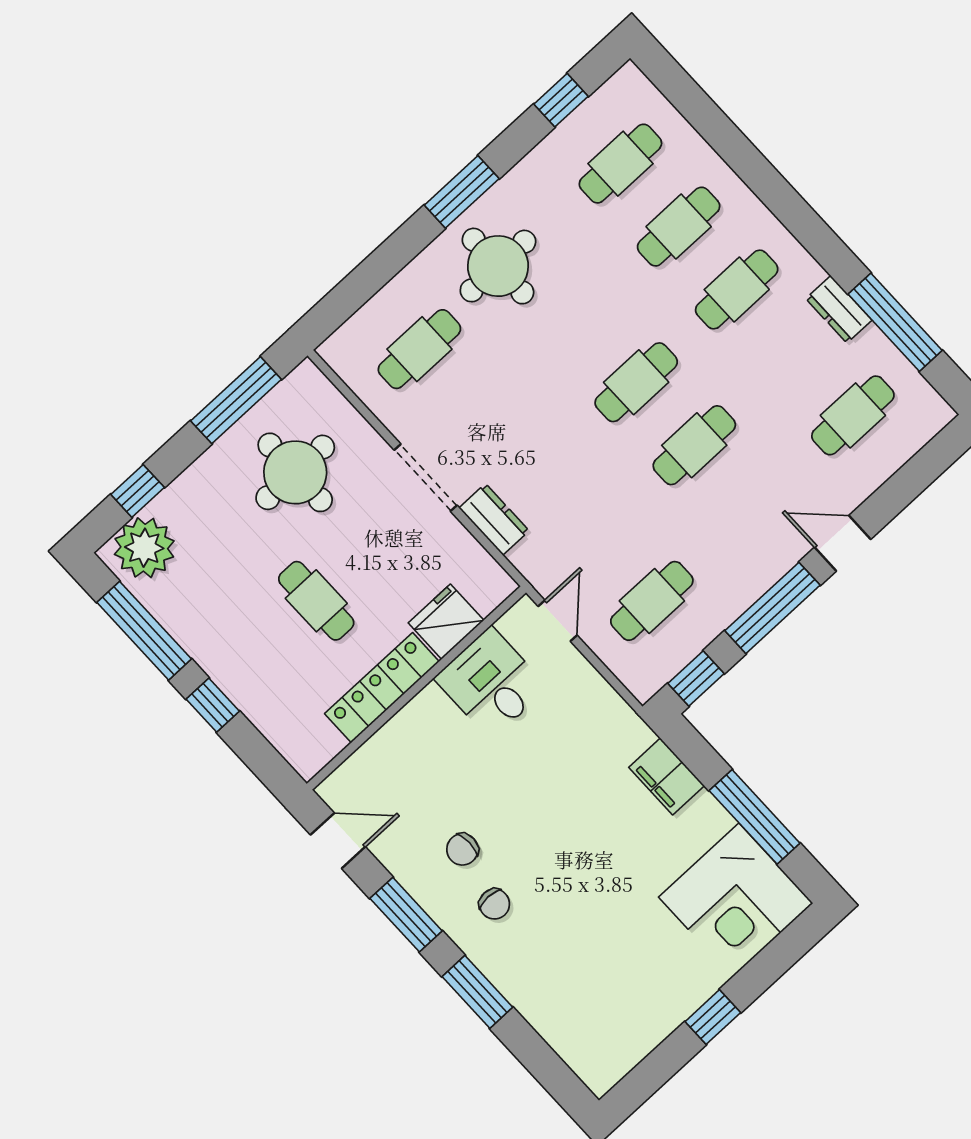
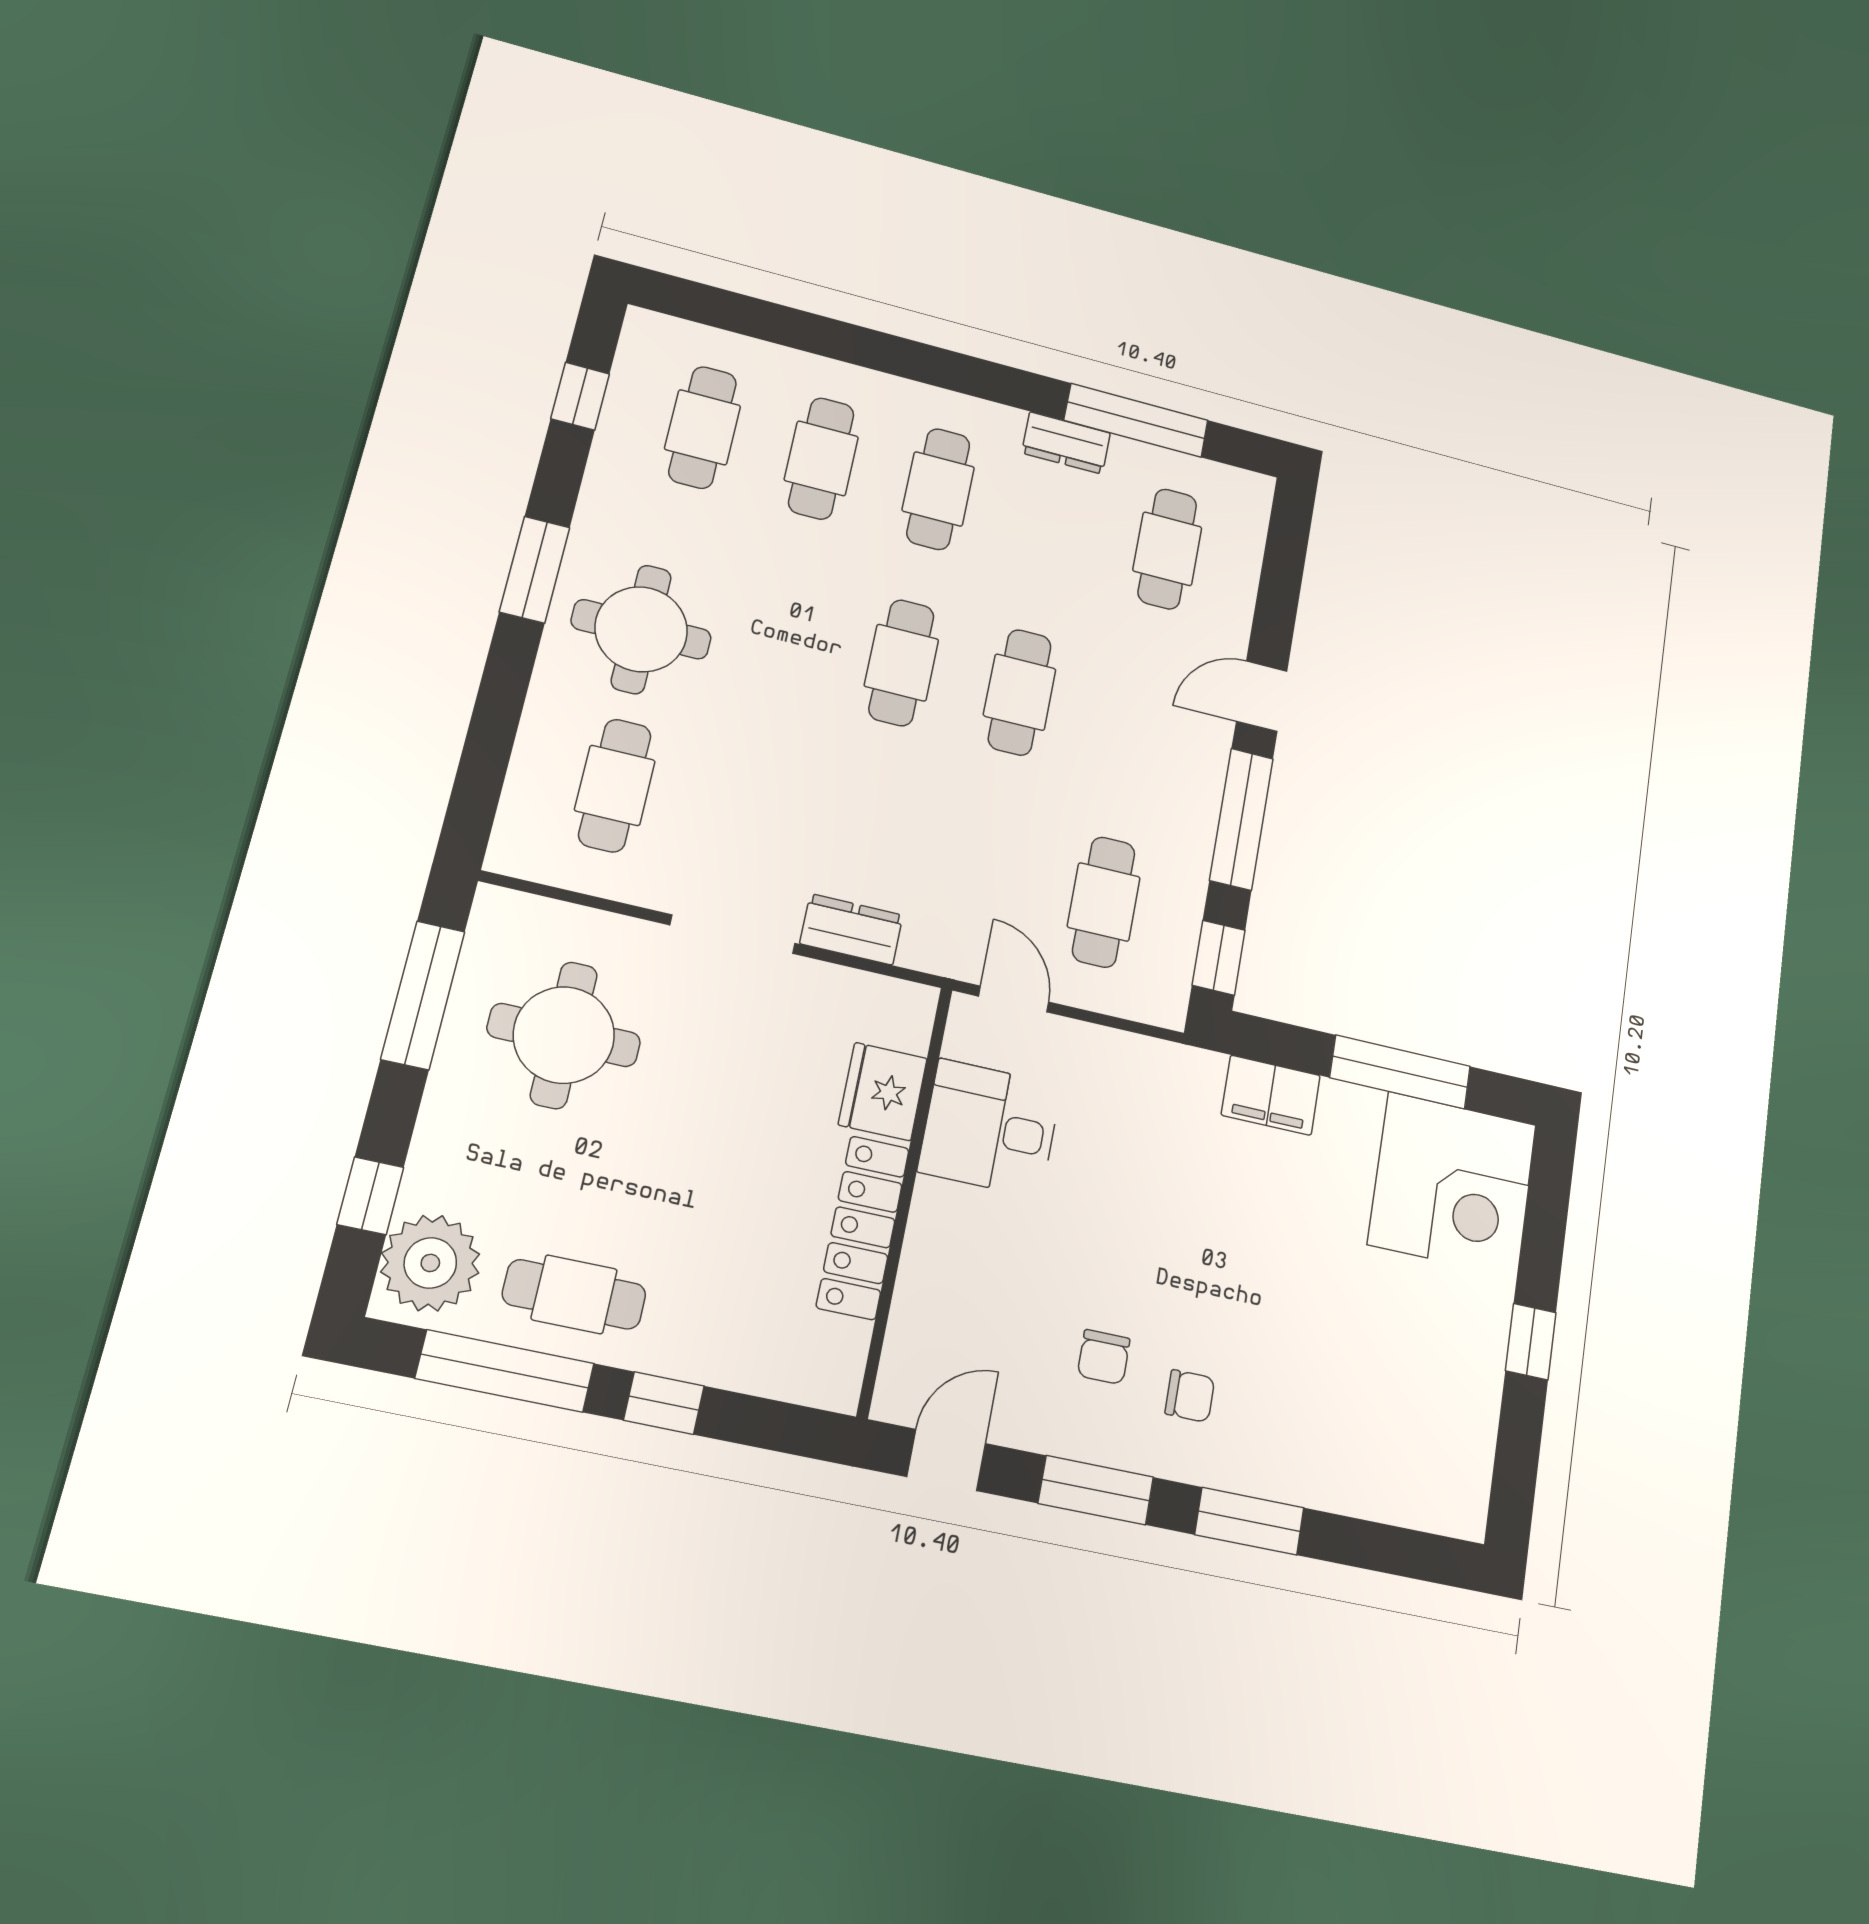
cafe table: (316, 601) -> (574, 1294), moved

